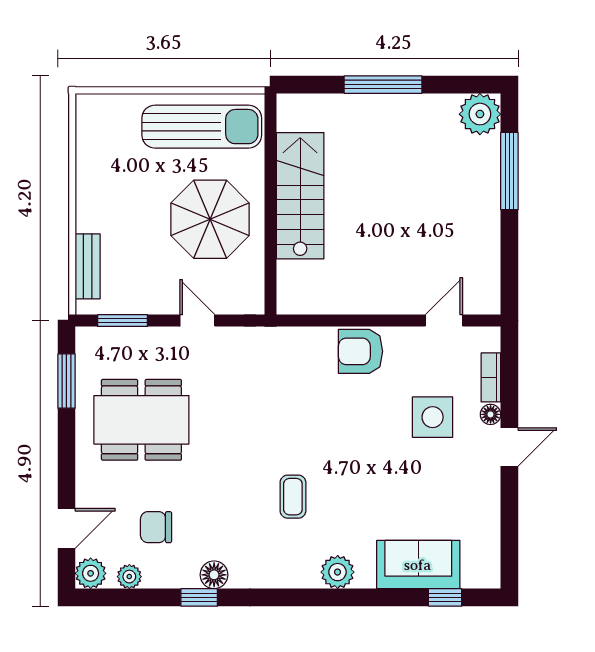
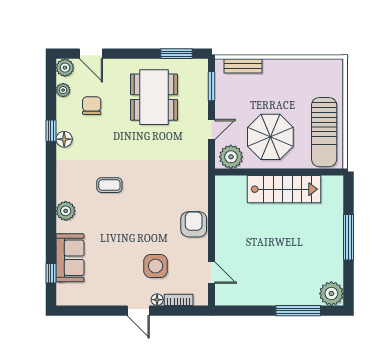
plant: (244, 287) -> (231, 157), added

